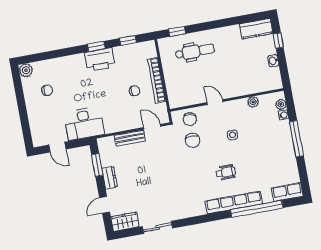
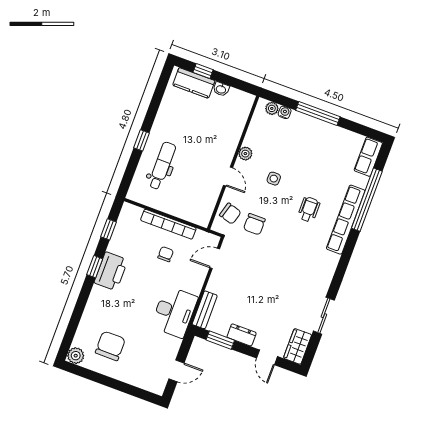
kitchen counter: (256, 29) -> (194, 83), moved, turned 90
window: (177, 31) -> (141, 140), moved
chair: (47, 90) -> (110, 346), width x1.87, depth x1.87
door: (215, 102) -> (228, 177), swing flipped
plant: (253, 102) -> (245, 154), moved
desk: (84, 123) -> (174, 312), moved
bench: (130, 138) -> (205, 310), moved
chair: (192, 140) -> (254, 224), turned 90

